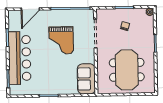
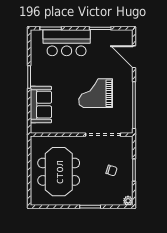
bar counter: (20, 58) -> (67, 43), width x0.73
meeting table: (127, 70) -> (59, 172), turned 90
sofa: (86, 79) -> (41, 105), moved, turned 90

